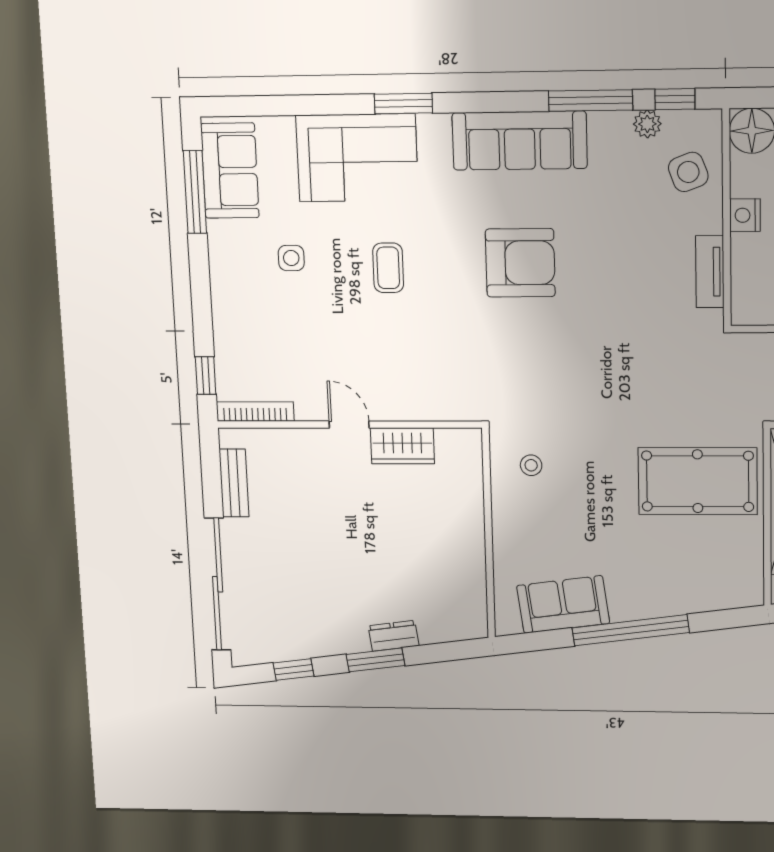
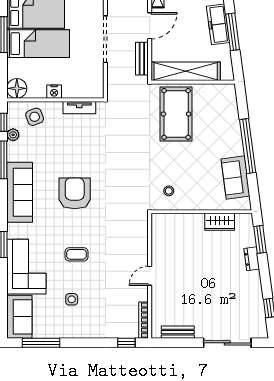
sofa: (230, 171) -> (19, 317), moved, turned 90
wardrobe: (402, 446) -> (220, 222), moved, turned 90
sliding door: (218, 584) -> (227, 343), width x0.73
window: (375, 660) -> (260, 239), moved

